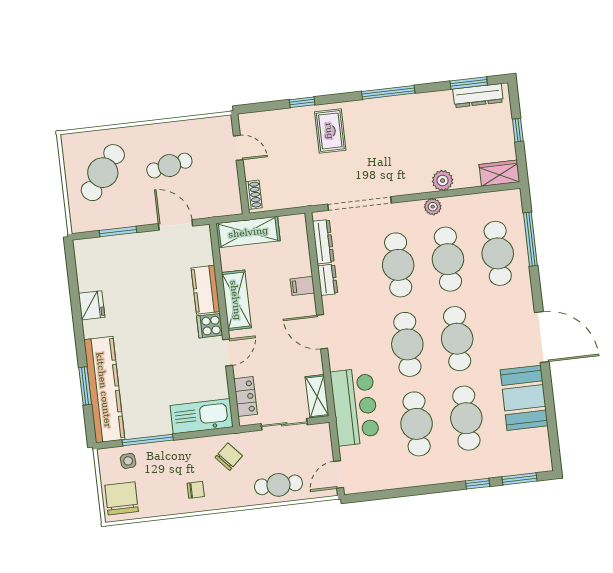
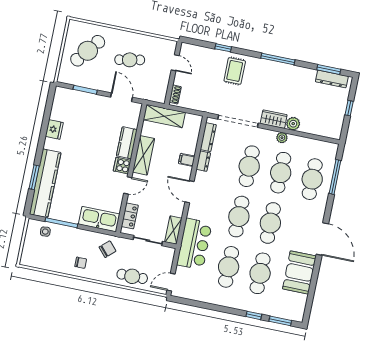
wardrobe: (499, 173) -> (274, 119), moved
chair: (122, 498) -> (34, 253), removed

